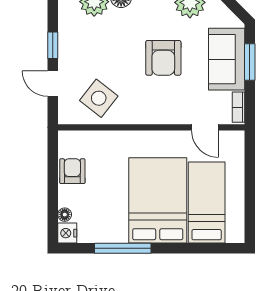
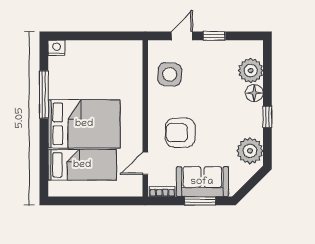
armchair: (163, 58) -> (180, 133), moved
side table: (99, 98) -> (170, 74), turned -34
armchair: (72, 171) -> (109, 52), removed
floor lamp: (65, 215) -> (72, 46), removed

